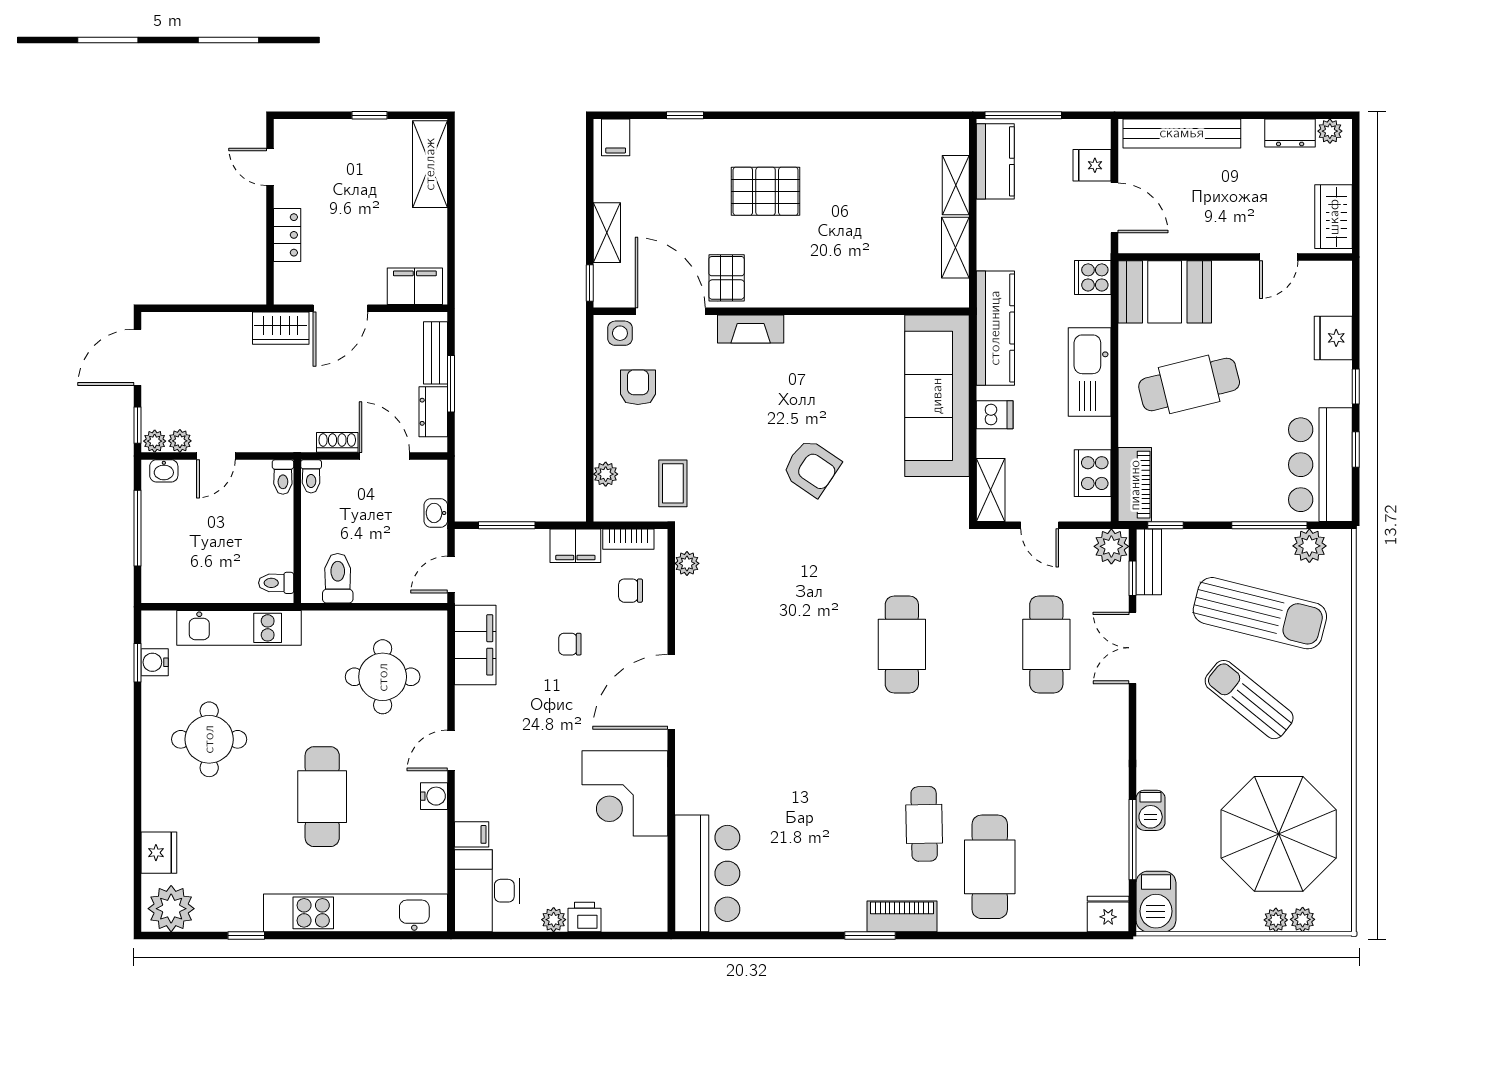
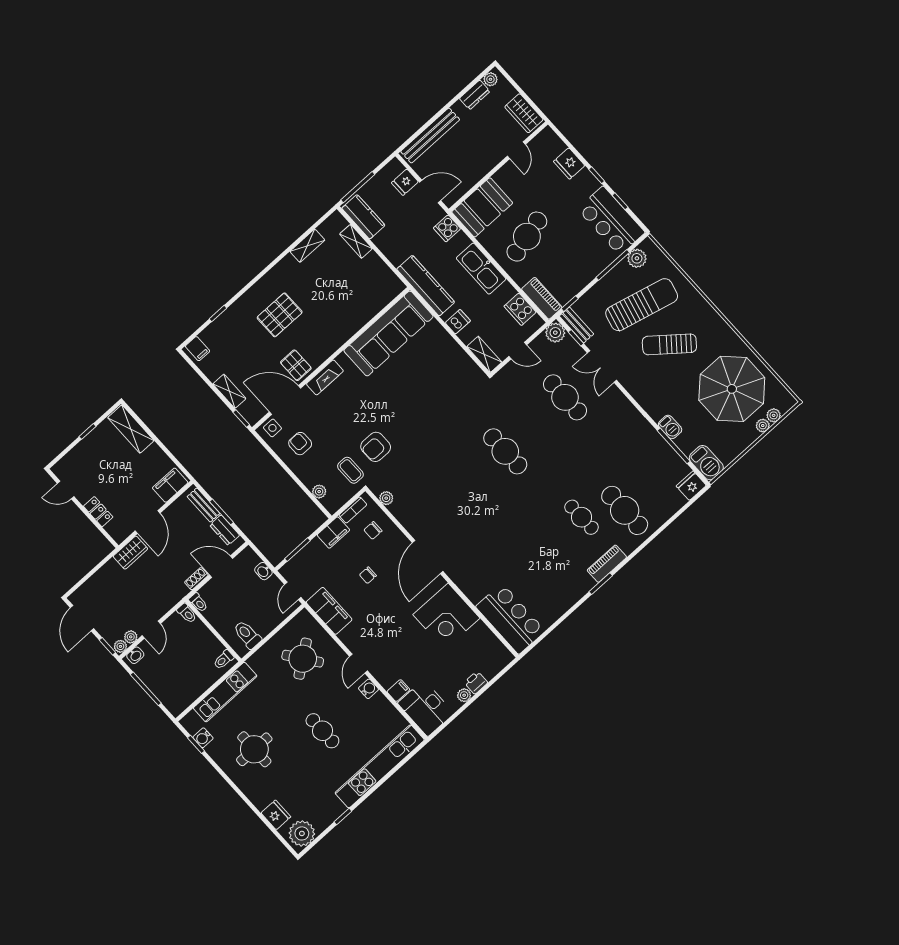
shelving: (955, 248) -> (307, 246), moved, turned 90
sofa: (937, 396) -> (388, 333), moved, turned -90
armchair: (811, 468) -> (376, 447), moved, turned 146
round table: (383, 677) -> (303, 659), turned -36
cafe table: (322, 797) -> (322, 731), width x0.73, depth x0.74

